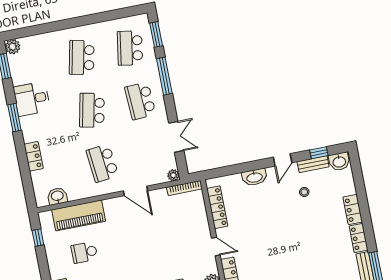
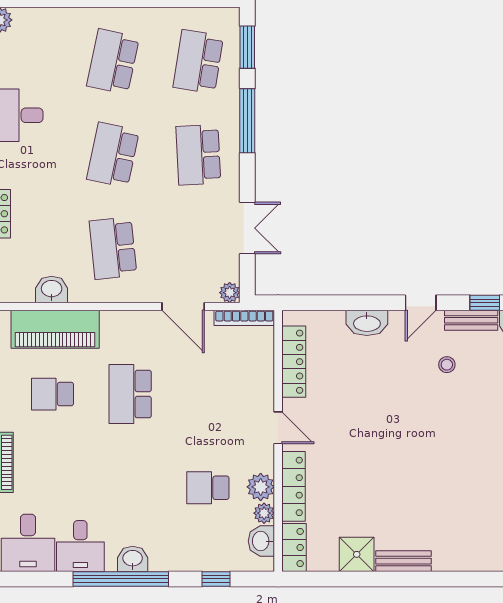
door: (136, 191) -> (183, 306), moved
washbasin: (57, 196) -> (52, 289), moved
school desk: (128, 244) -> (130, 394), added

